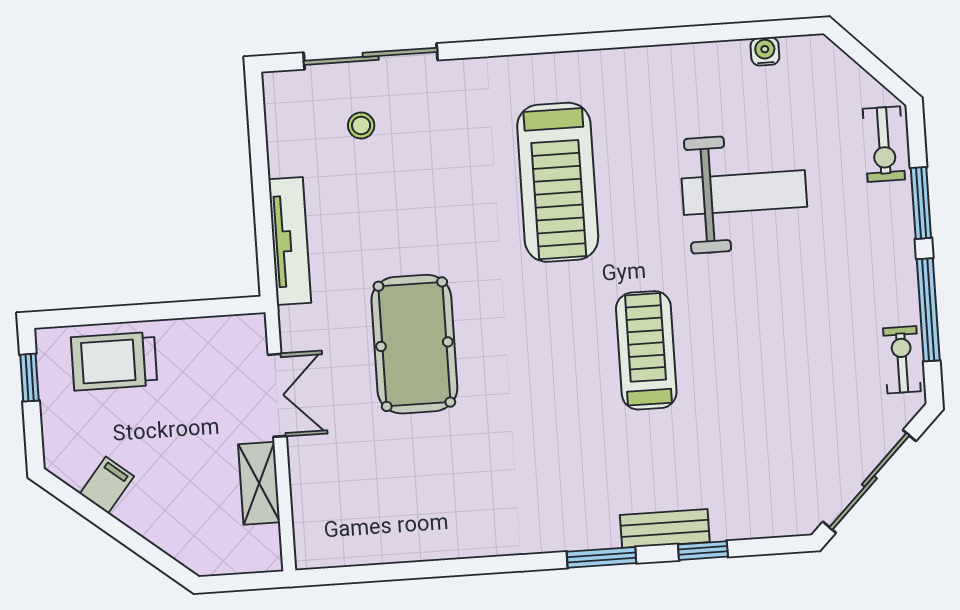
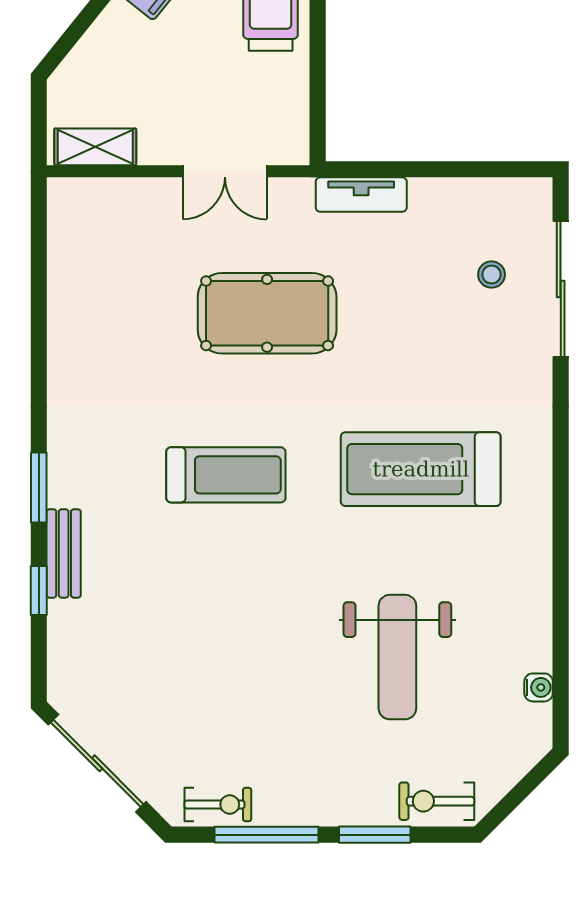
tv unit: (290, 241) -> (361, 195), width x0.71
treadmill: (646, 350) -> (226, 475), moved
shelving: (259, 483) -> (95, 147), moved

